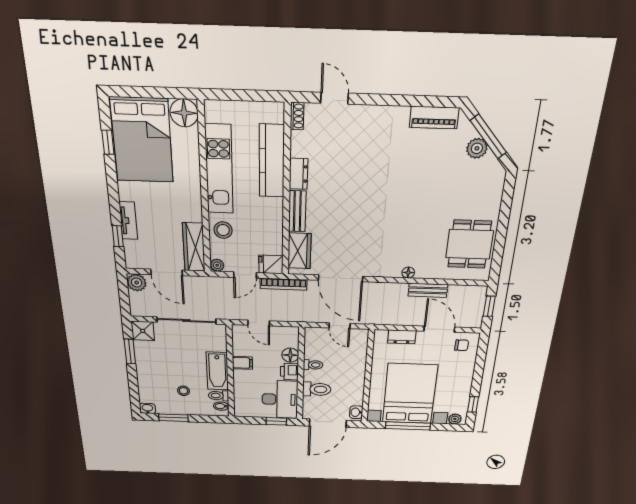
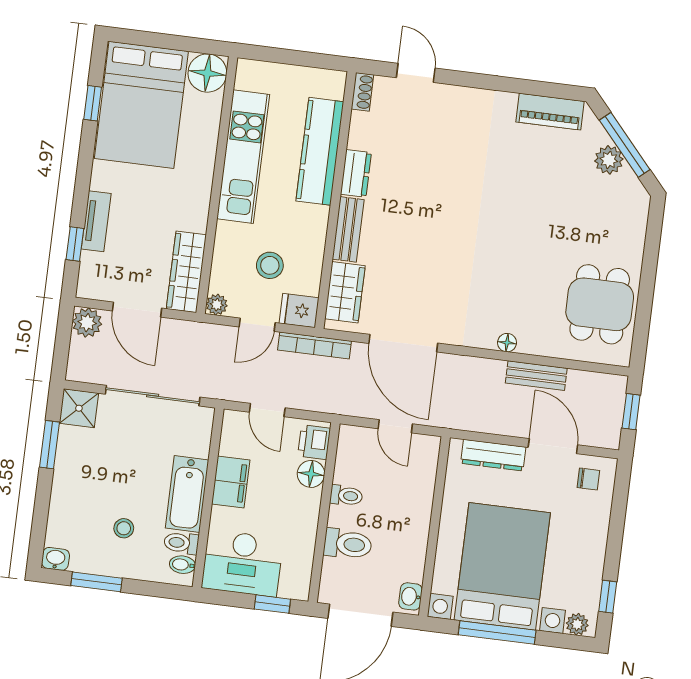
stool: (223, 230) -> (270, 265), moved
dresser: (402, 337) -> (493, 455), width x1.44
filing cabinet: (242, 363) -> (231, 482), width x2.00
printer: (289, 372) -> (314, 442), moved
desk: (280, 399) -> (242, 563), moved, turned 90

